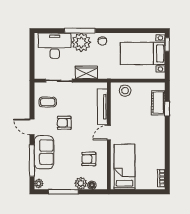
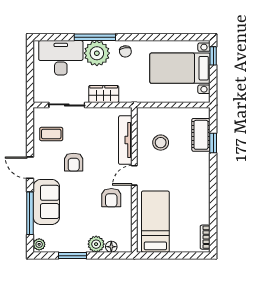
stool: (125, 91) -> (161, 143), moved
armchair: (64, 123) -> (74, 162), turned -90
armchair: (89, 159) -> (111, 198), moved, turned -90
window: (63, 192) -> (73, 256), width x0.69

